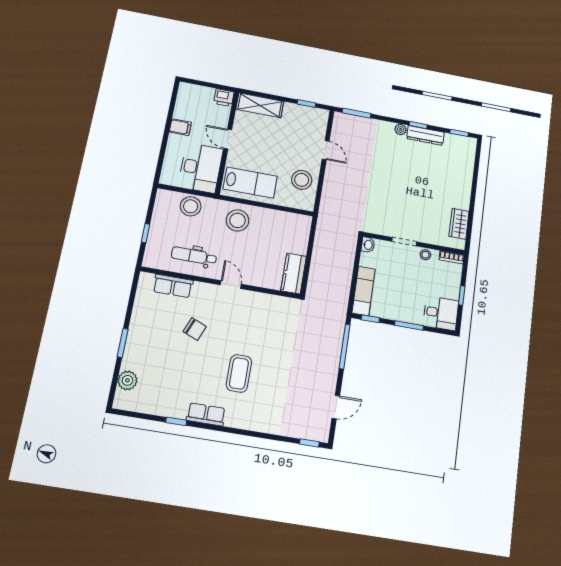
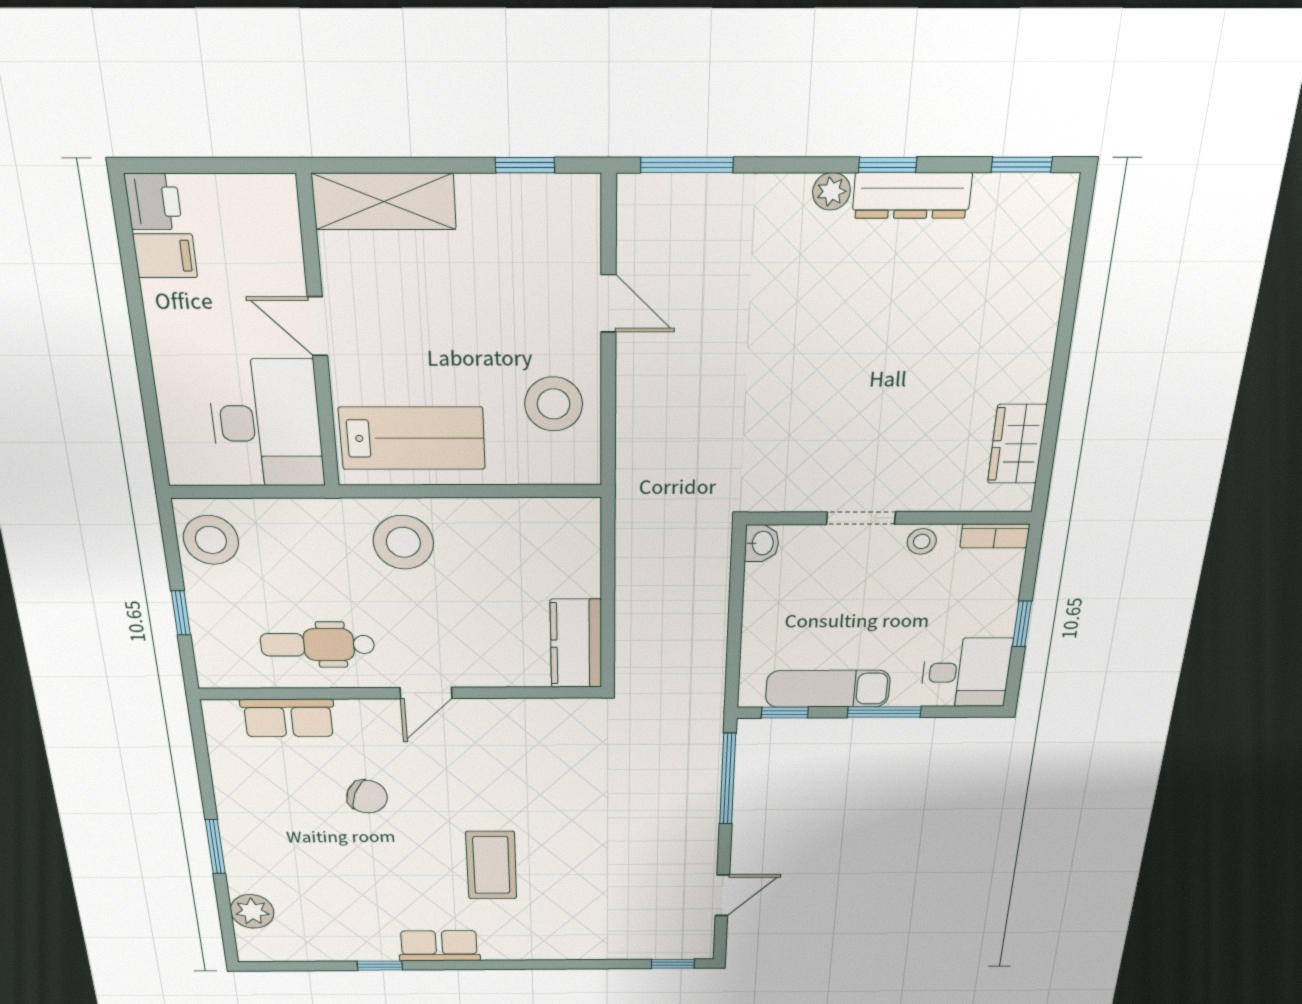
printer: (224, 98) -> (153, 202), moved, turned -90
filing cabinet: (180, 127) -> (165, 256), moved
stool: (191, 206) -> (211, 540), moved
door: (231, 285) -> (426, 693), swing flipped
exam couch: (364, 291) -> (828, 689), moved, turned -90

